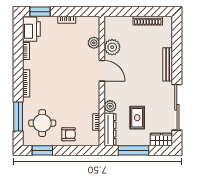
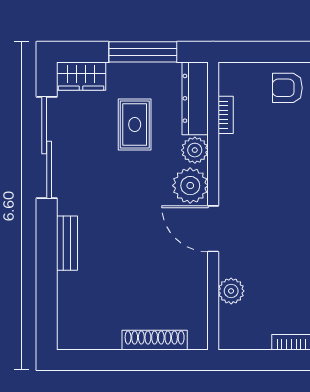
shoe rack: (148, 21) -> (155, 340), moved
plant: (112, 47) -> (190, 186), moved
bench: (168, 64) -> (67, 243), width x0.73

